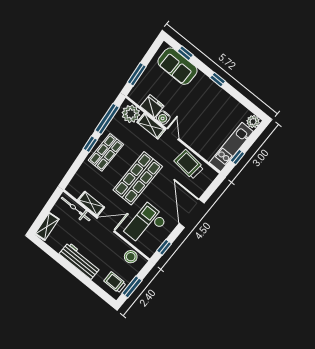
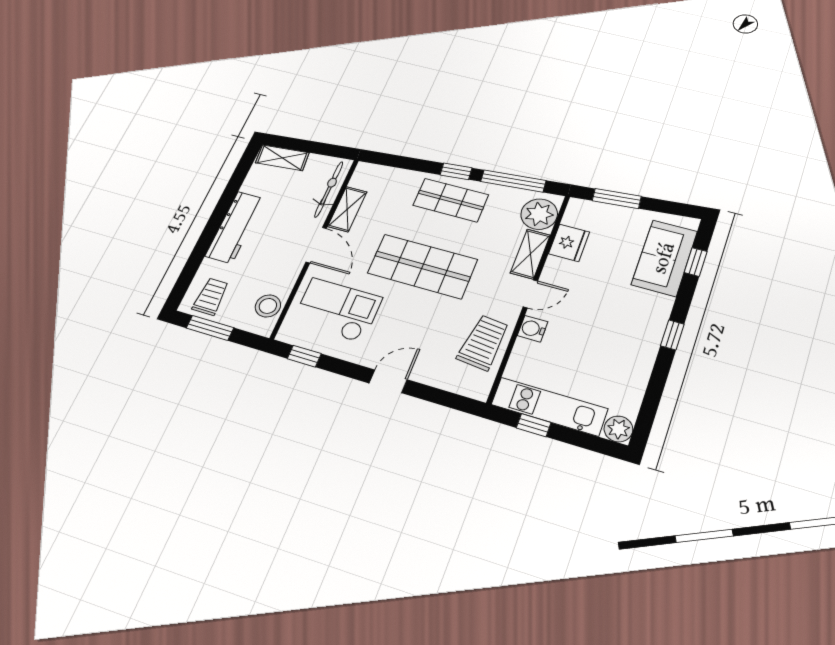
water cooler: (163, 118) -> (533, 329), moved
door: (192, 213) -> (388, 381), width x0.53

